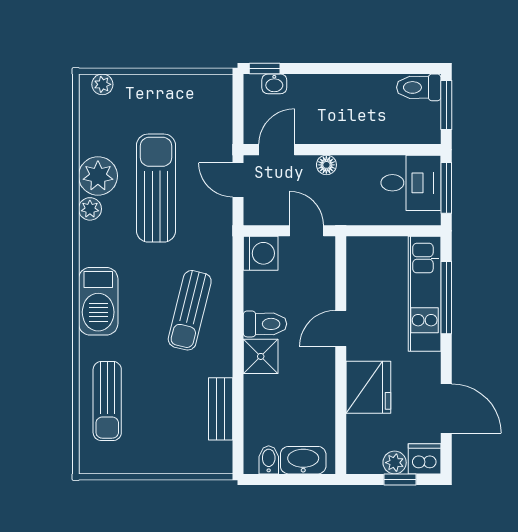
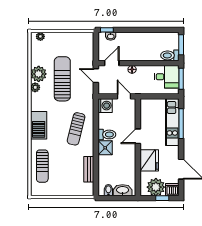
toilet: (419, 87) -> (170, 55), moved
plant: (395, 463) -> (156, 187), width x1.87, depth x1.87

